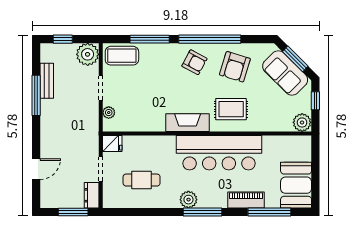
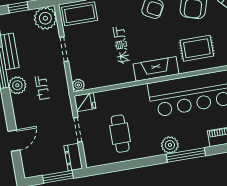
plant: (109, 113) -> (78, 85), moved
plant: (49, 115) -> (17, 85), added
cafe table: (142, 180) -> (120, 134), turned 90

